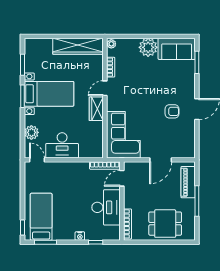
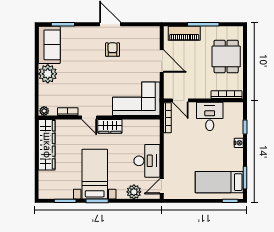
desk: (106, 207) -> (210, 116), width x0.73

